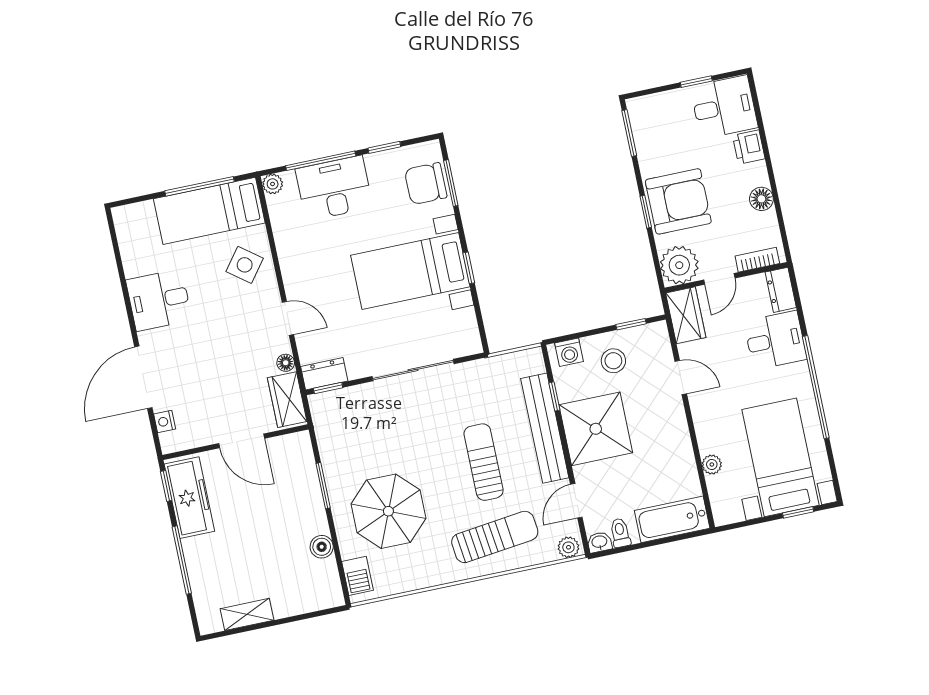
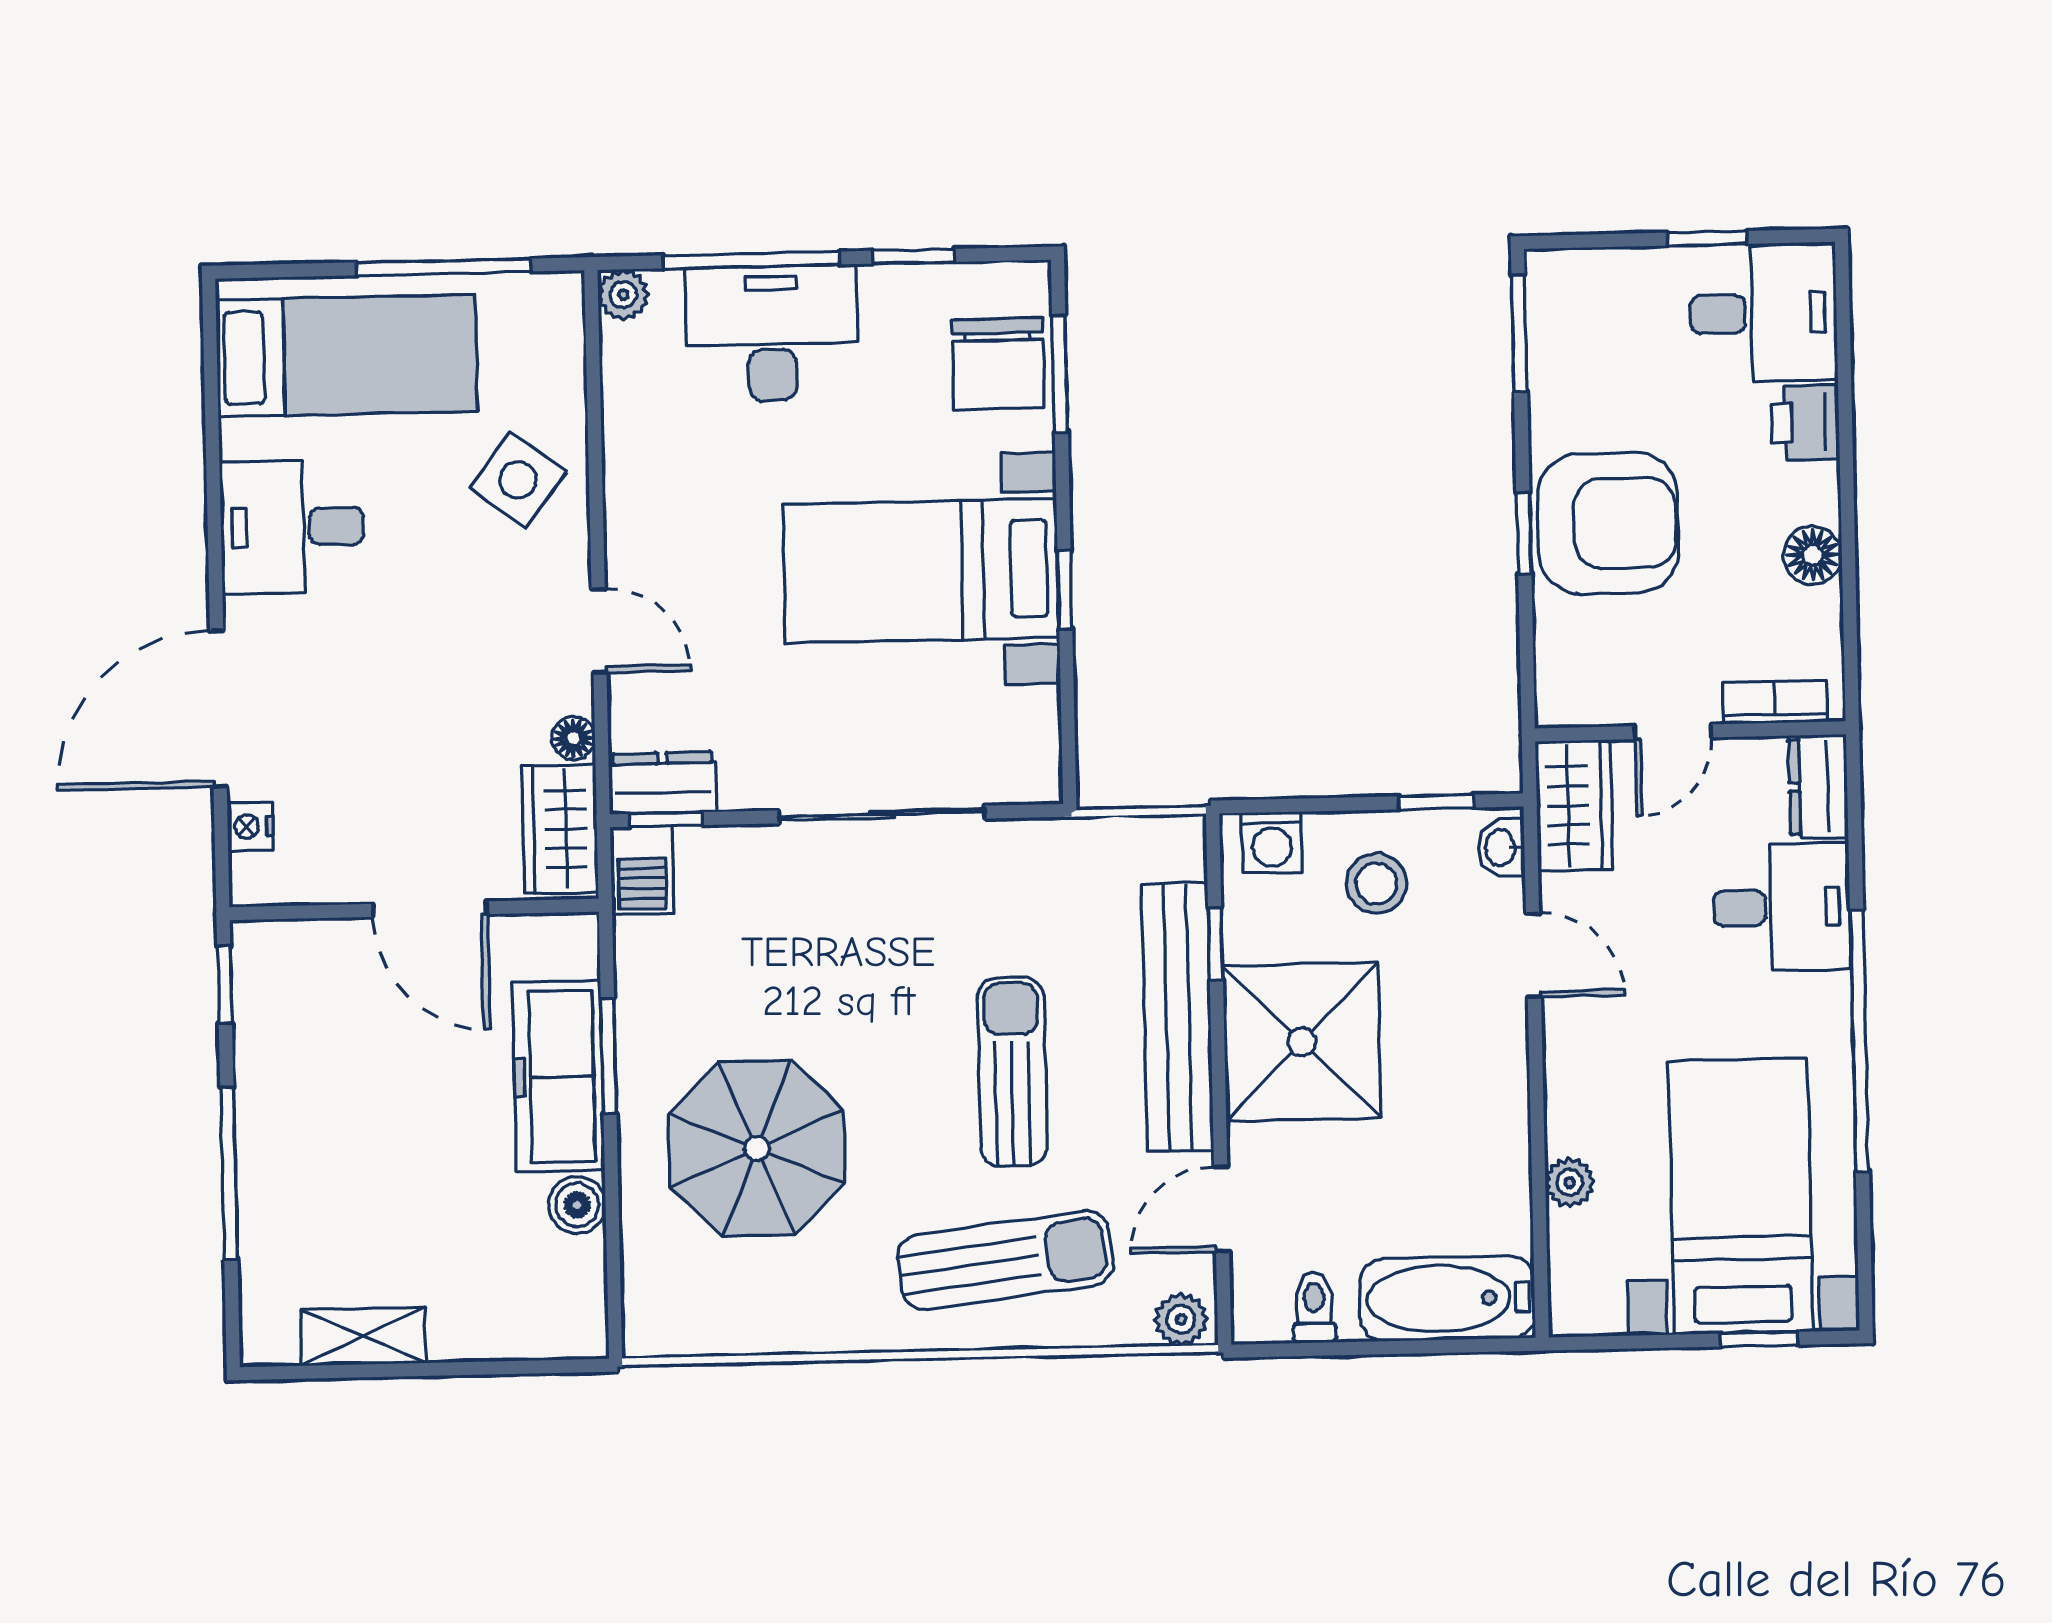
chair: (426, 184) -> (998, 364), turned -90
bed: (209, 211) -> (347, 356), moved, turned 180
plant: (679, 265) -> (1581, 680), removed
freezer: (189, 498) -> (559, 1077), moved, turned 180
washbasin: (599, 542) -> (1501, 847), moved, turned -90
barbecue: (357, 576) -> (642, 870), moved

